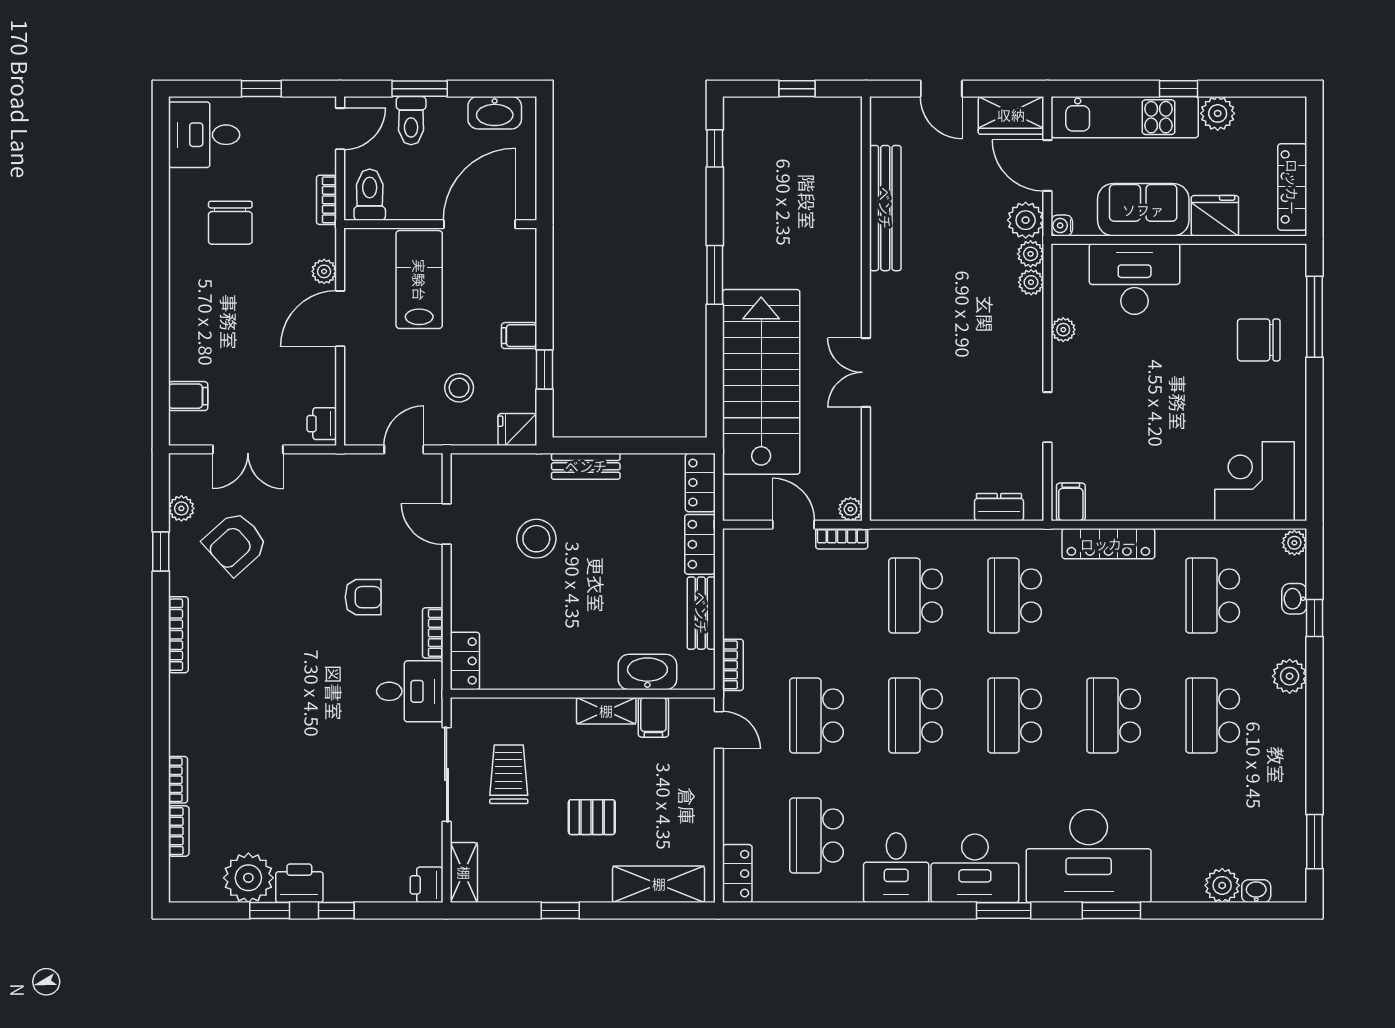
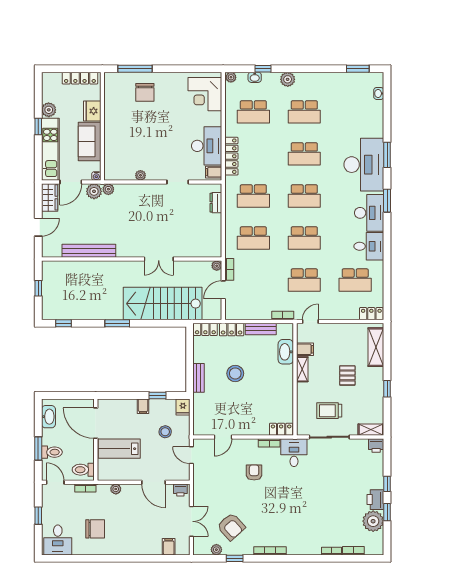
desk: (1135, 279) -> (207, 146), moved, turned 180
plant: (1031, 282) -> (120, 189), removed
door: (340, 319) -> (153, 482), moved
stool: (536, 539) -> (235, 373), moved
plant: (1222, 885) -> (376, 108), removed

